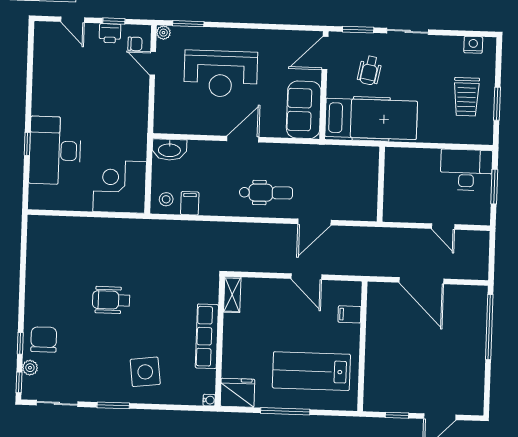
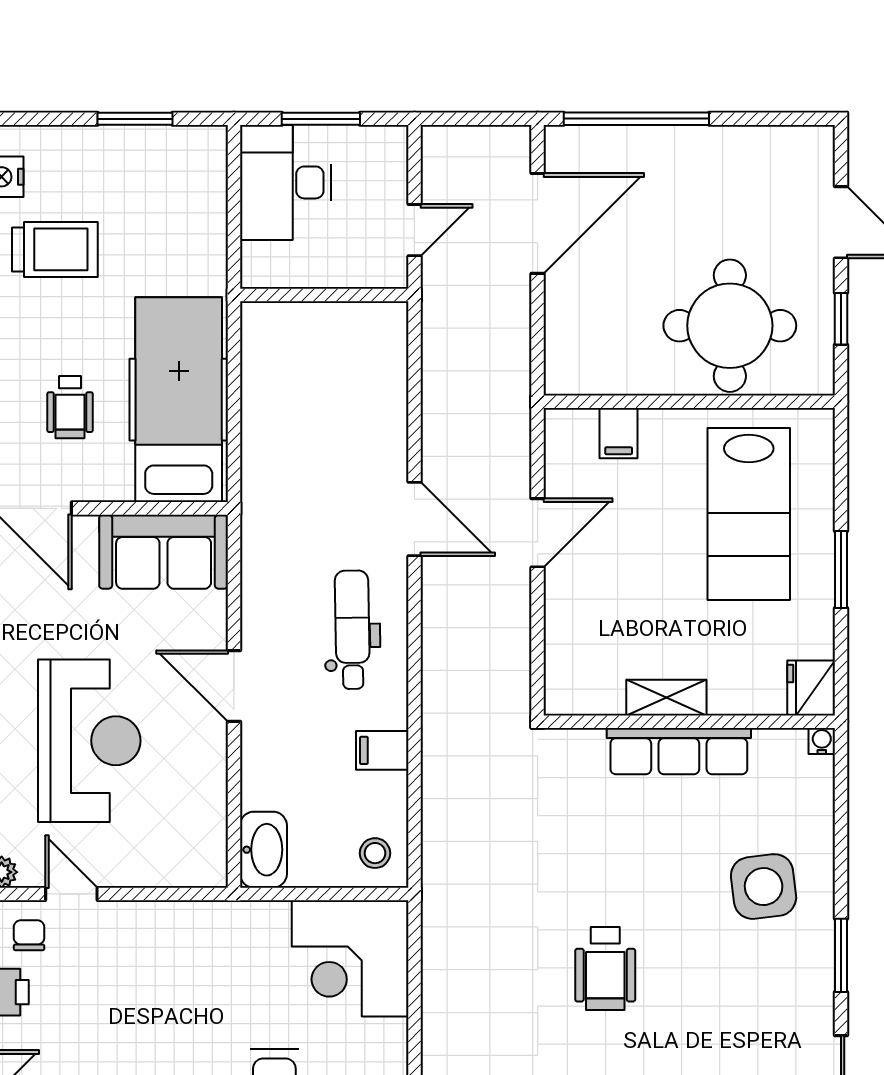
door: (153, 63) -> (71, 894), swing flipped
wheelchair: (370, 70) -> (70, 407), turned 79
trolley: (466, 97) -> (55, 249), moved
wall: (381, 184) -> (324, 295), moved
filing cabinet: (190, 203) -> (382, 750), moved
door: (421, 281) -> (538, 223), moved
shelving: (232, 295) -> (666, 698), moved
round table: (396, 366) -> (730, 326), added
fridge: (238, 393) -> (811, 688), width x0.73, depth x0.75
window: (285, 411) -> (841, 570), width x0.69

